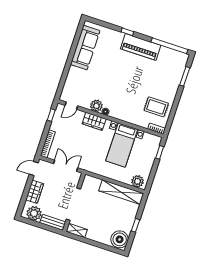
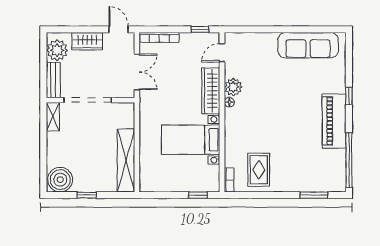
door: (71, 106) -> (222, 53), hinge flipped
wardrobe: (94, 121) -> (211, 91), width x1.50
plant: (138, 181) -> (148, 178), removed

